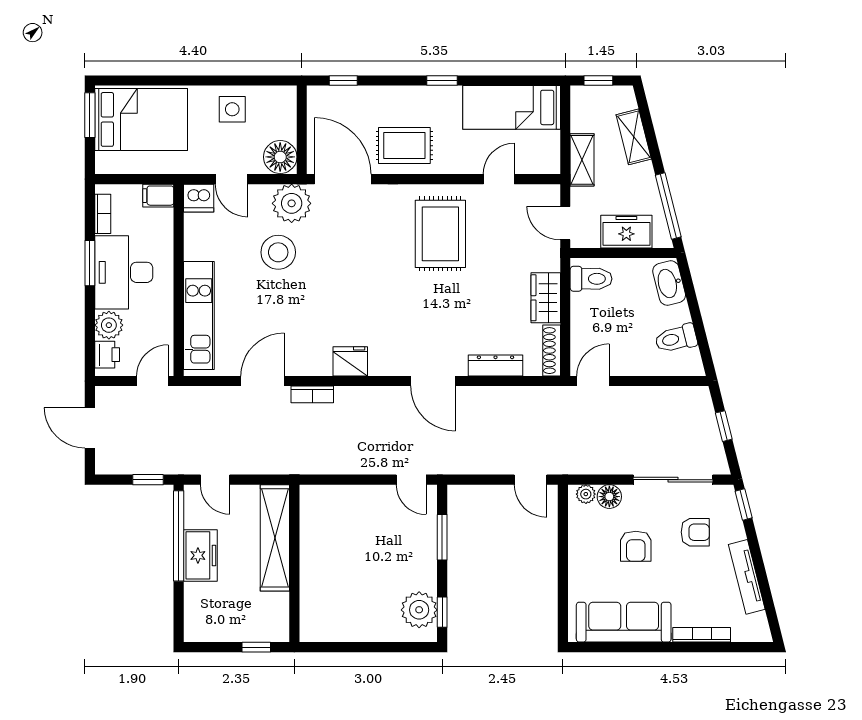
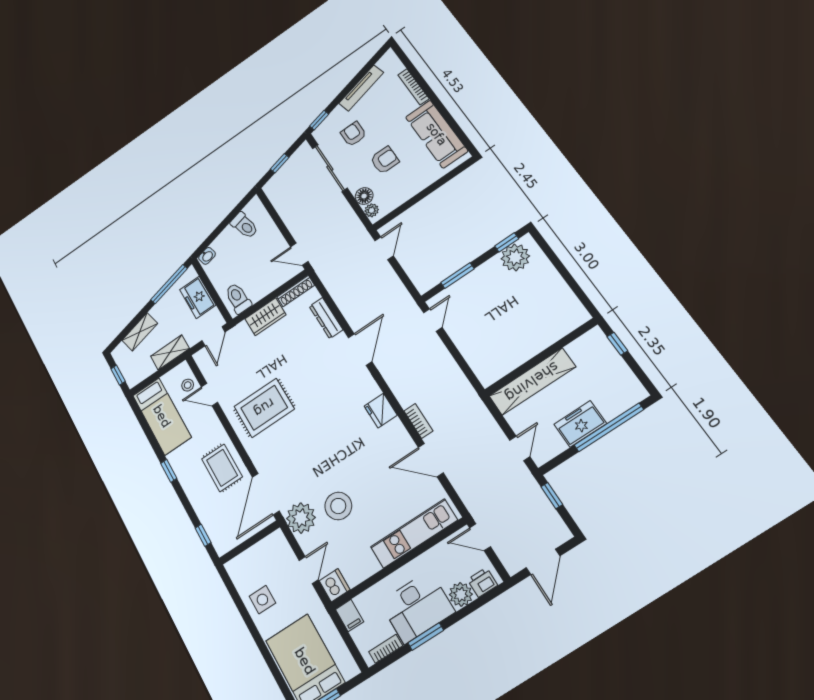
floor lamp: (280, 157) -> (275, 546), removed
stool: (528, 159) -> (188, 385), added
washbasin: (669, 283) -> (207, 256), width x0.52, depth x0.69
window: (179, 536) -> (609, 427), moved

